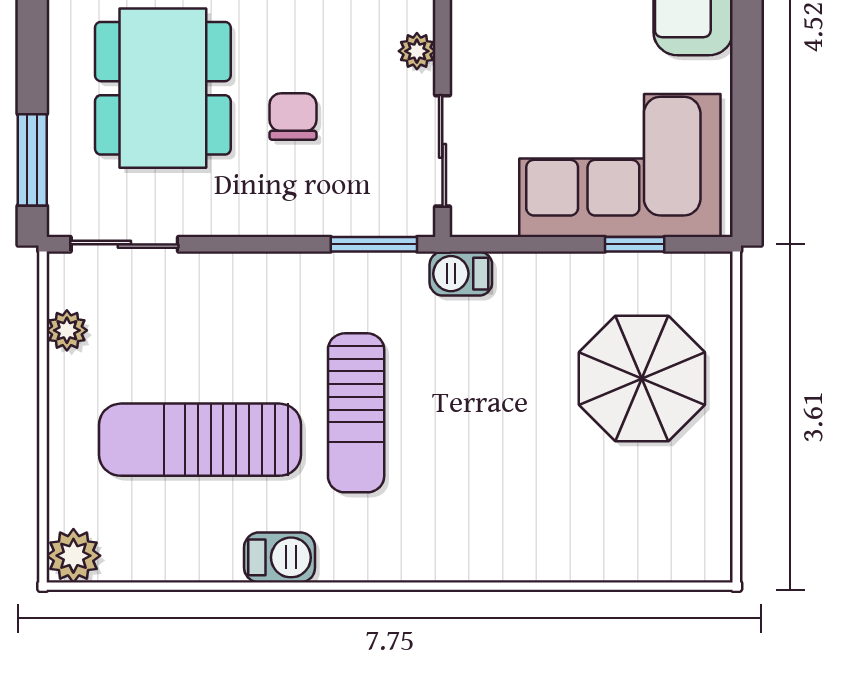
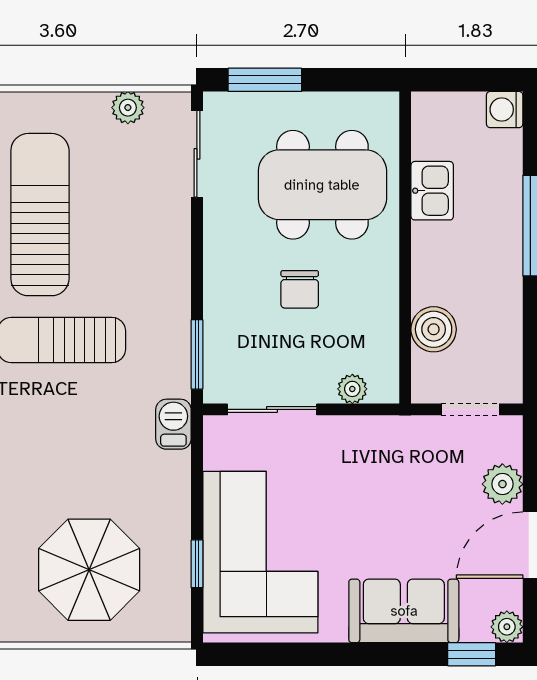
chair: (293, 117) -> (300, 289), turned 90

